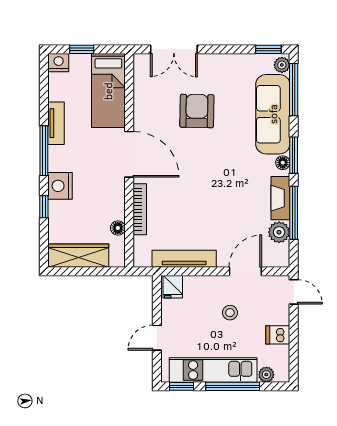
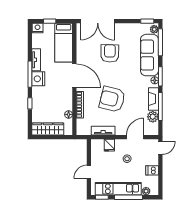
double door: (174, 49) -> (98, 21), width x1.37
nightstand: (60, 186) -> (38, 79), moved
armchair: (202, 199) -> (112, 99), added
tv unit: (184, 259) -> (103, 131), width x0.71
fridge: (173, 287) -> (109, 145), moved
door: (294, 292) -> (160, 148), hinge flipped

